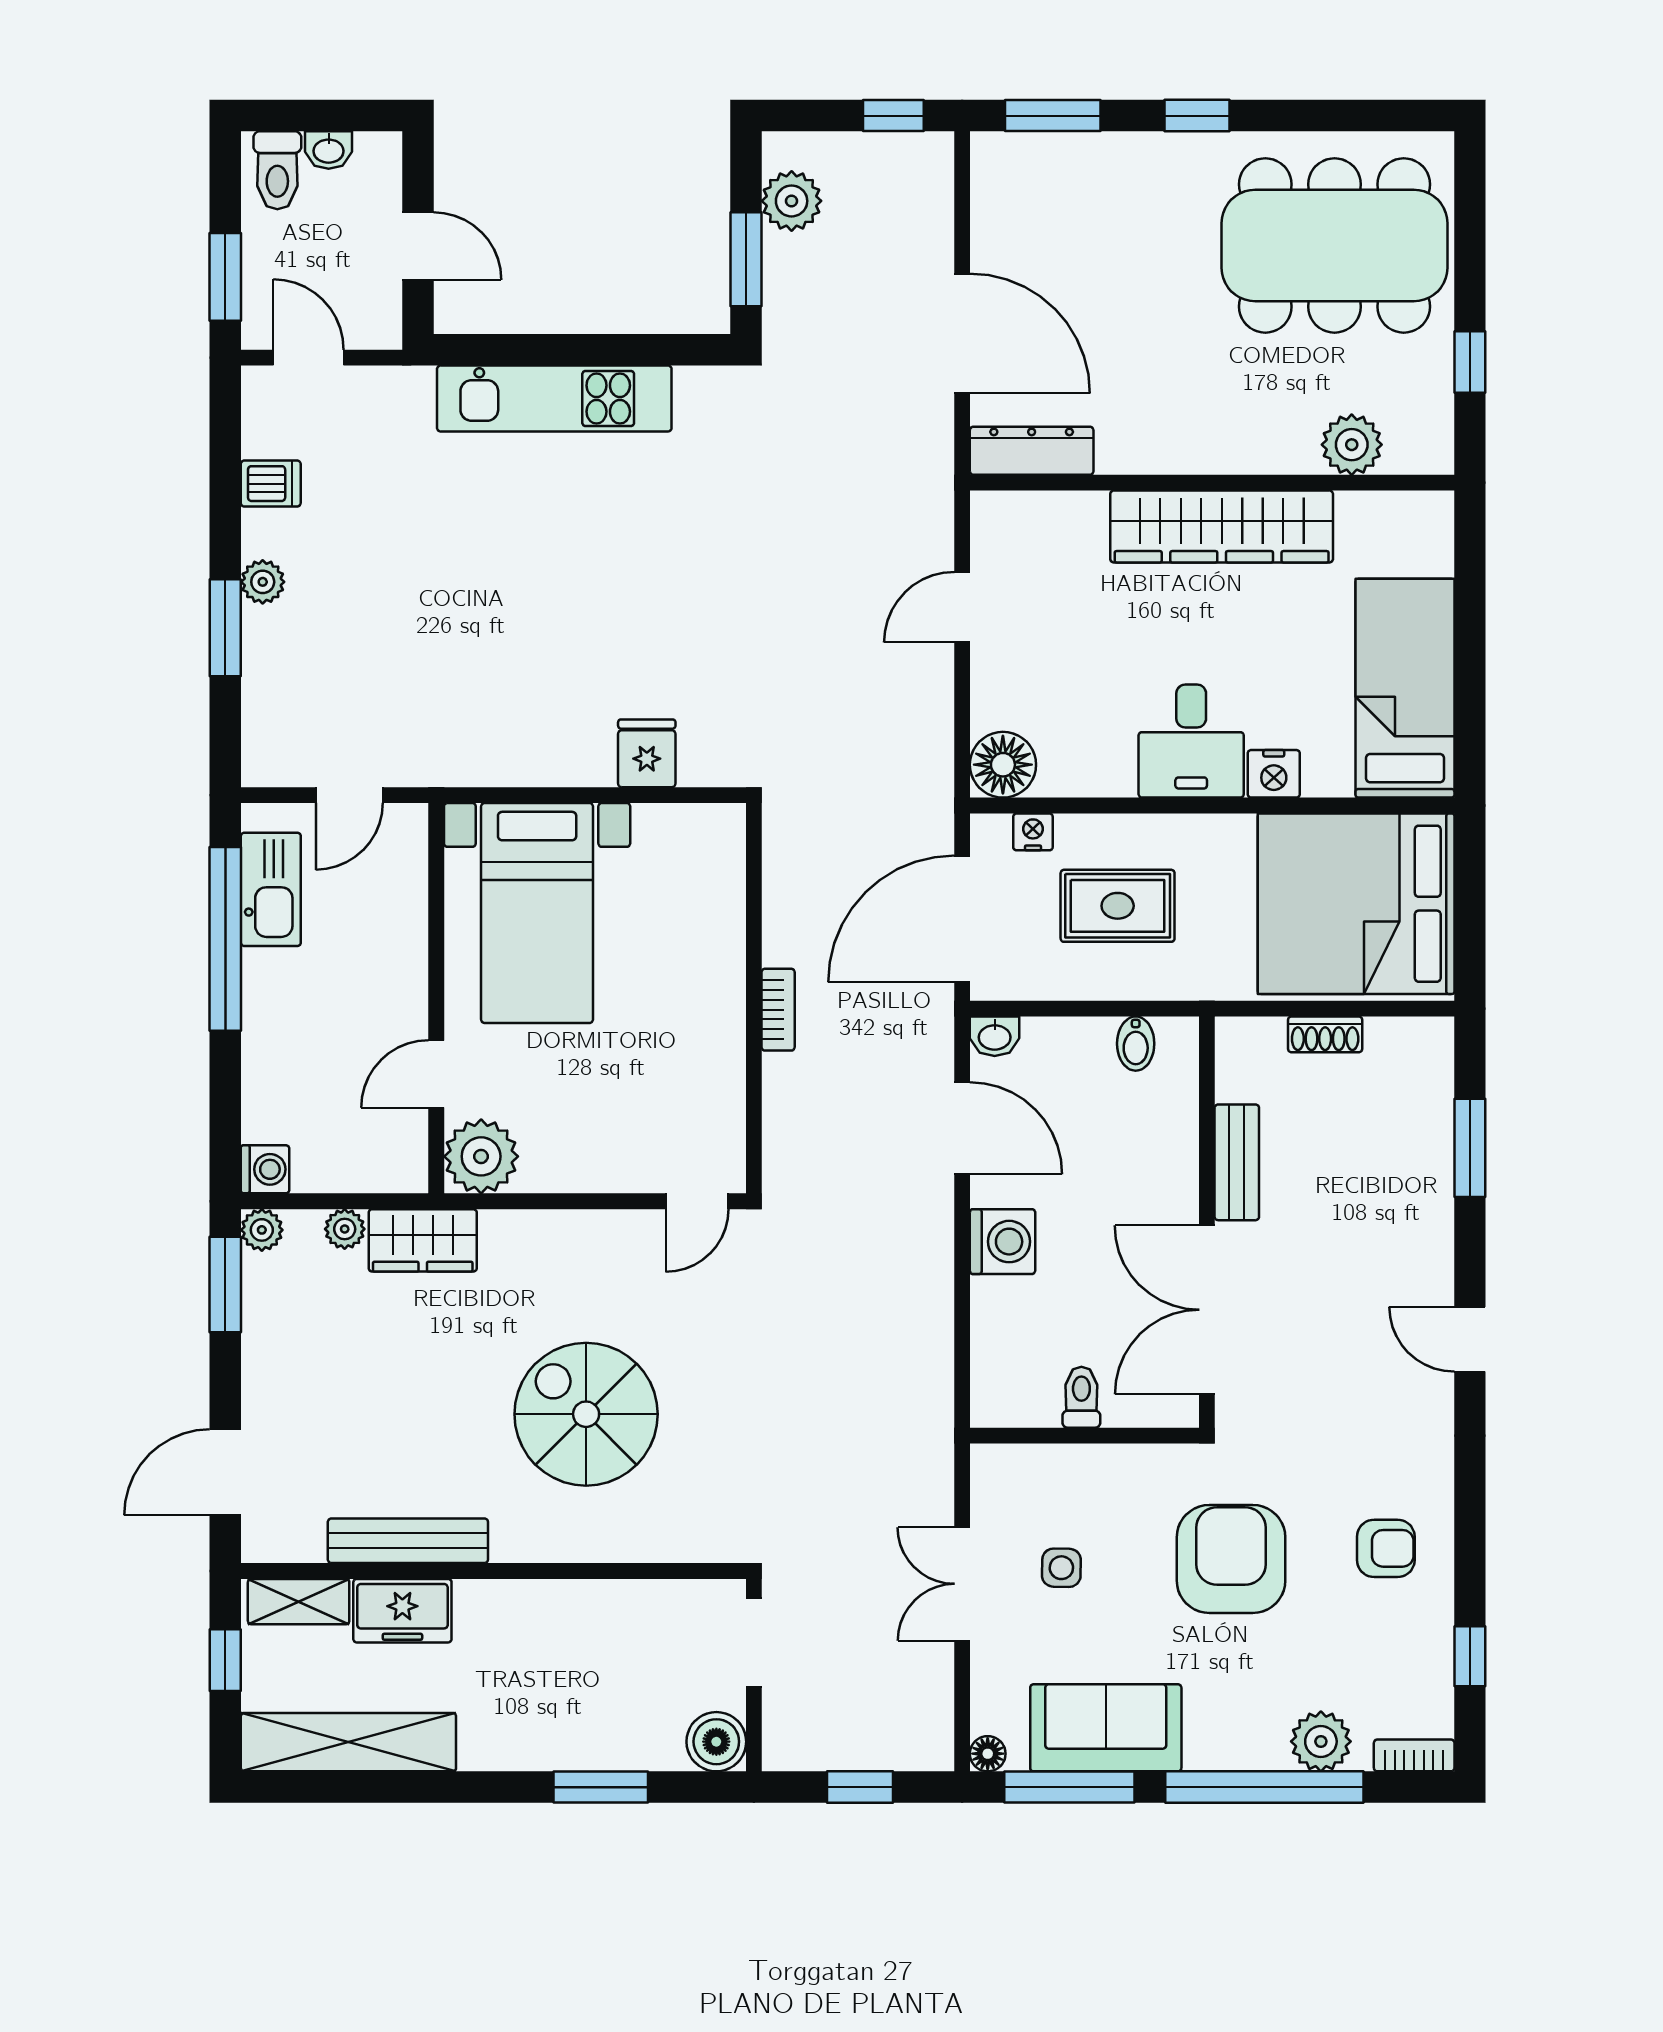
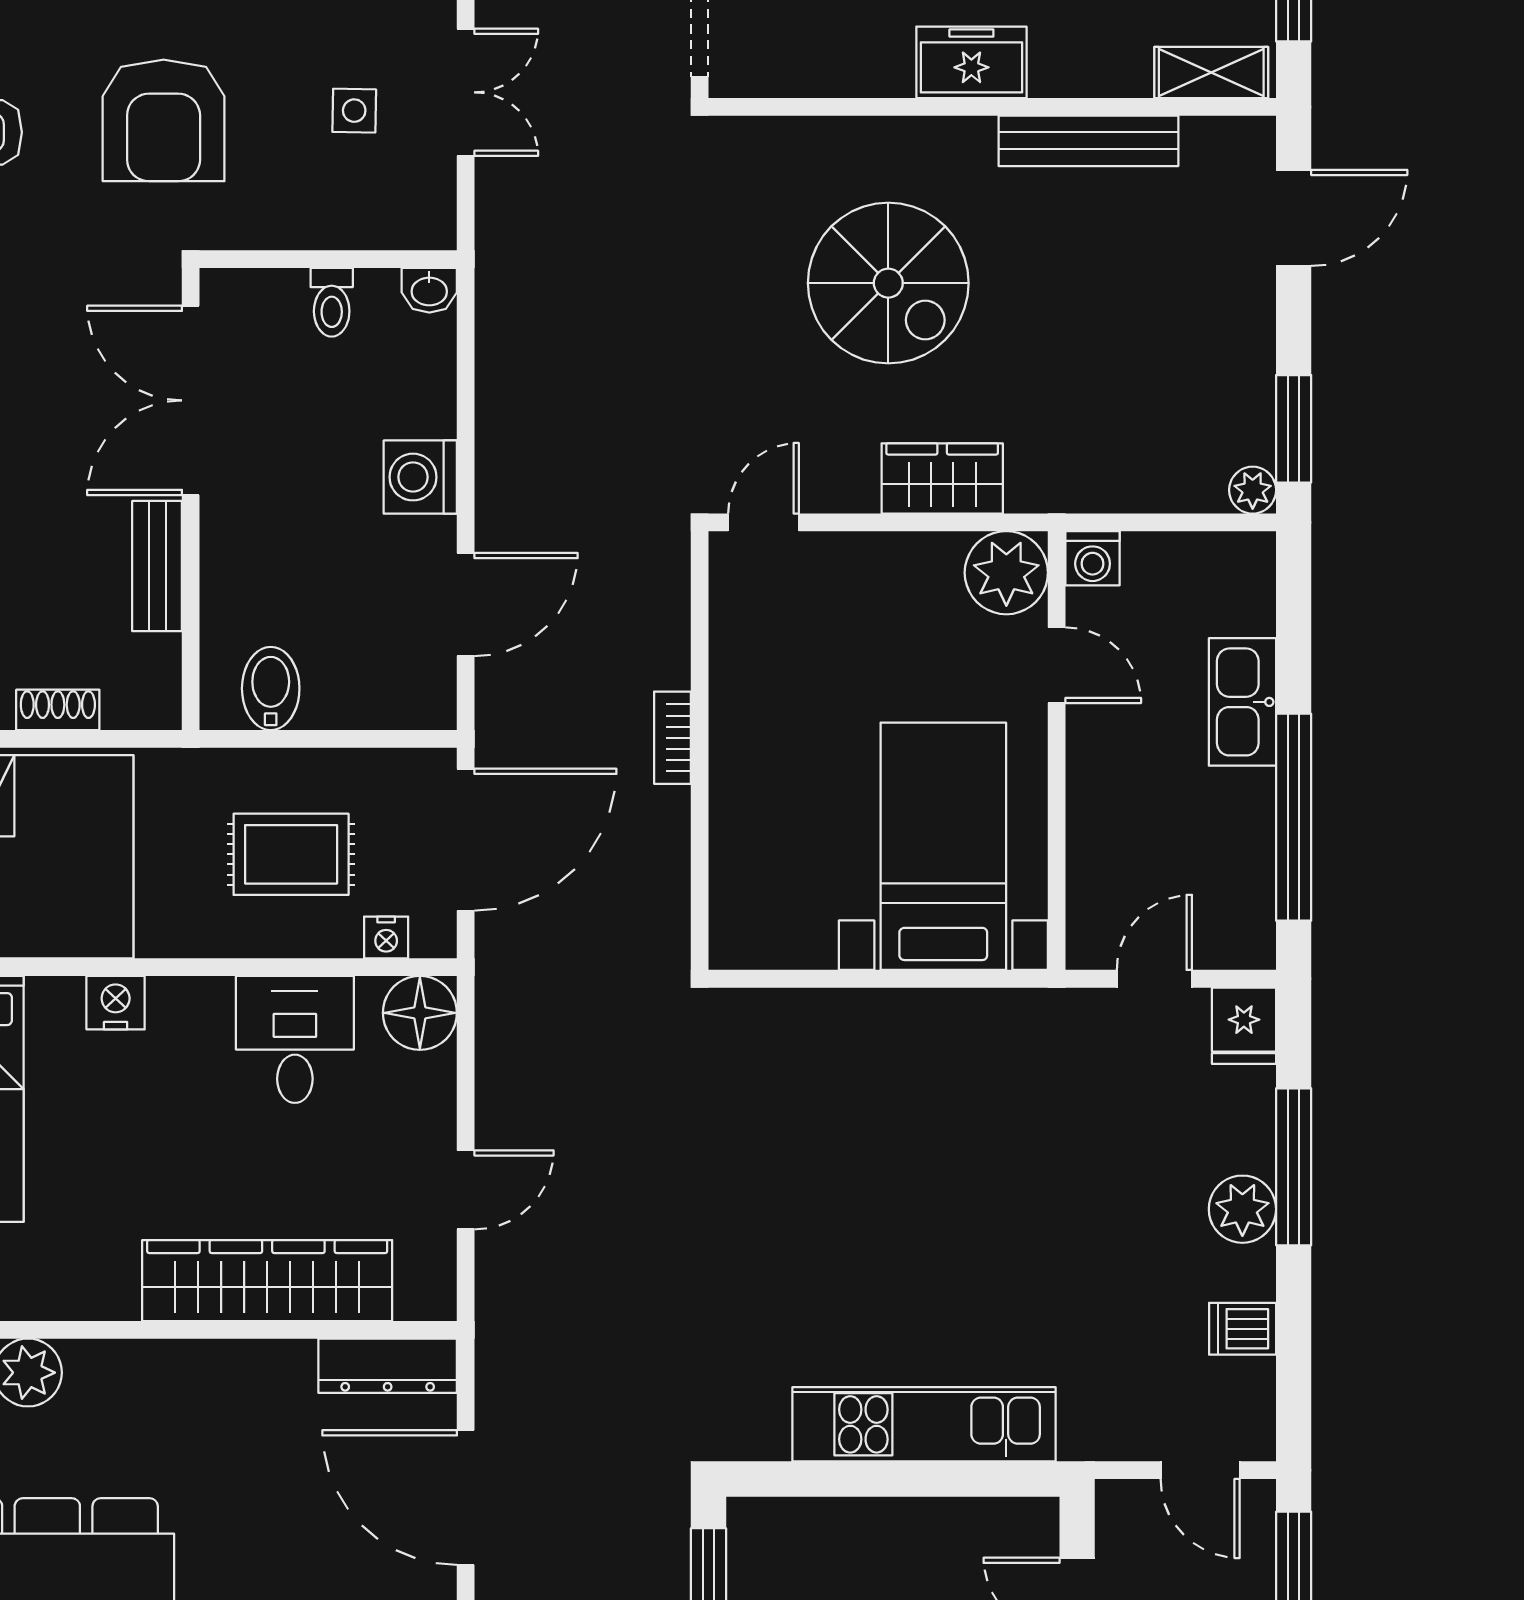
wardrobe: (1222, 526) -> (267, 1281), moved
plant: (263, 582) -> (1242, 1209), width x1.38, depth x1.38
window: (225, 628) -> (1294, 1167), width x1.44
desk: (1191, 741) -> (295, 1039), moved
fridge: (647, 753) -> (1244, 1026), moved
kitchen sink: (271, 889) -> (1242, 702), moved
washbasin: (995, 1036) -> (429, 290), moved, turned 180
bidet: (1136, 1044) -> (271, 688), width x1.38, depth x1.36
door: (436, 1074) -> (1057, 665), hinge flipped
door: (962, 1128) -> (466, 605), swing flipped
washing machine: (265, 1169) -> (1093, 558), moved, turned -90
plant: (345, 1229) -> (1159, 491), removed
wardrobe: (423, 1240) -> (942, 478), moved
double door: (1207, 1310) -> (191, 400), swing flipped
freezer: (402, 1611) -> (971, 62), moved

